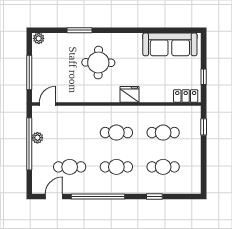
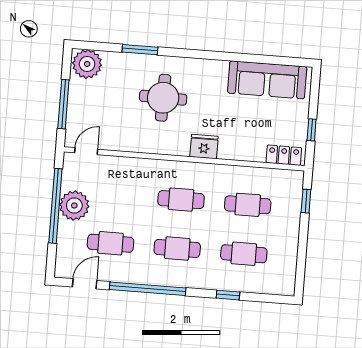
plant: (39, 38) -> (87, 64), width x1.88, depth x1.88
plant: (37, 138) -> (74, 206), width x1.88, depth x1.88

